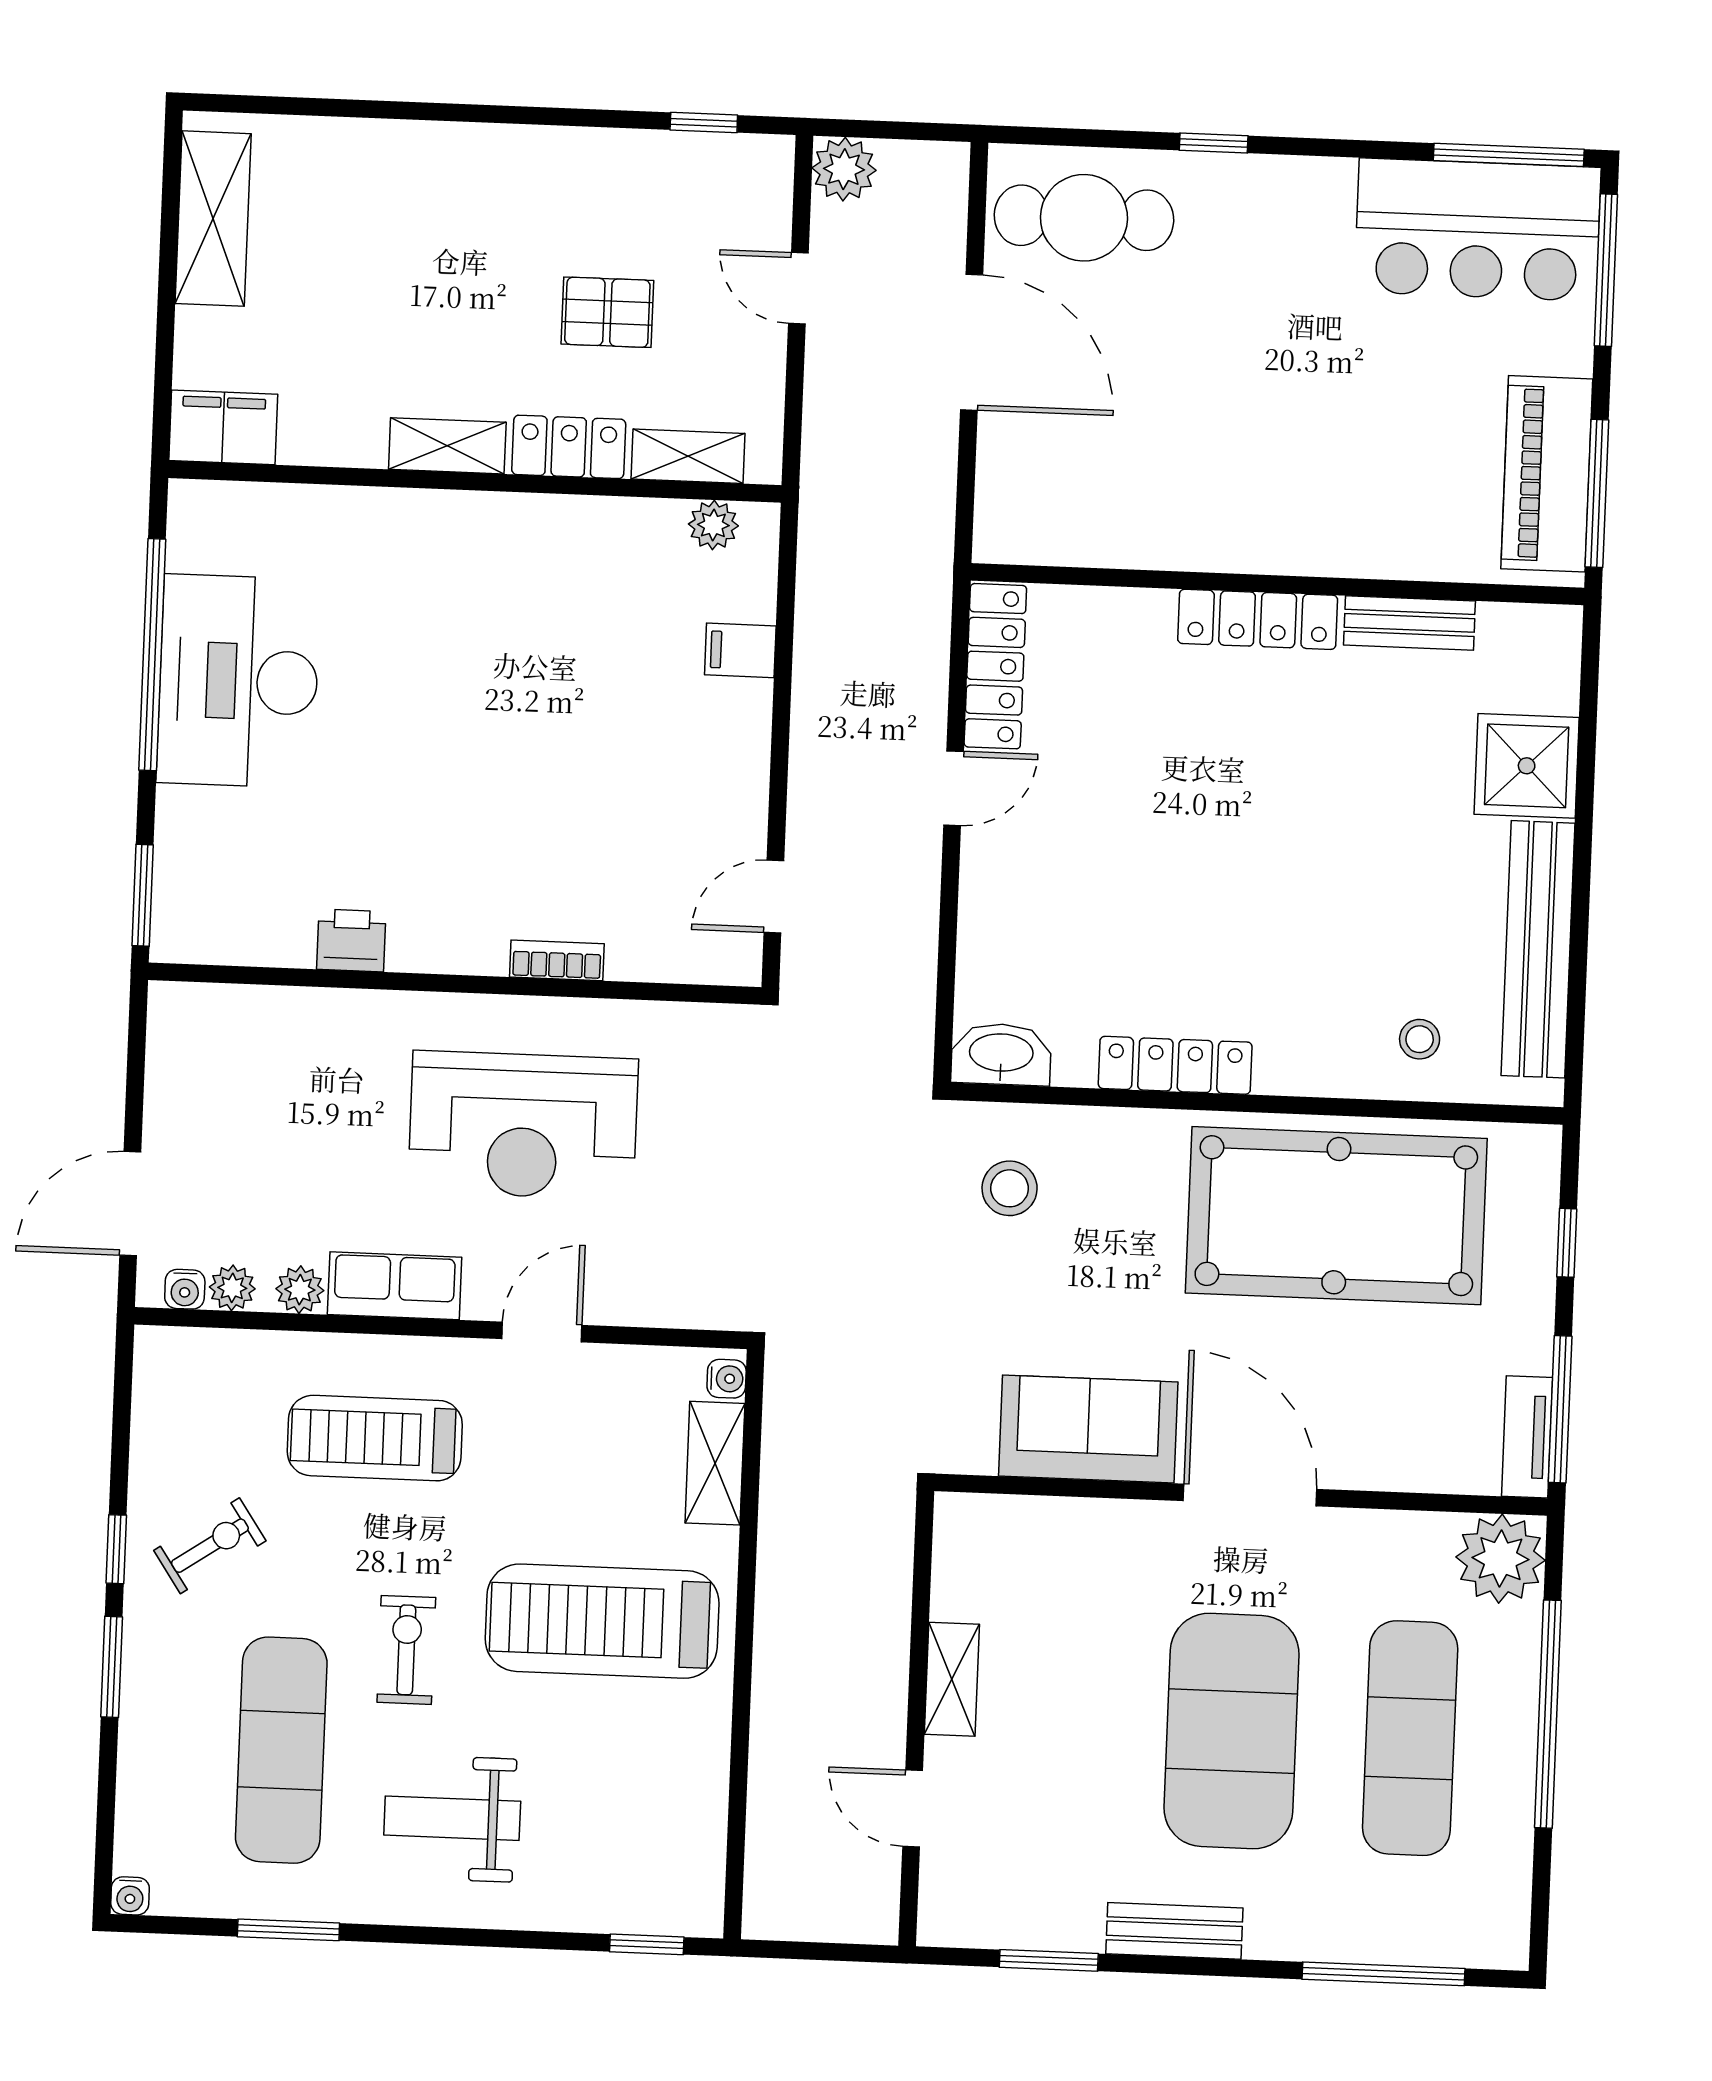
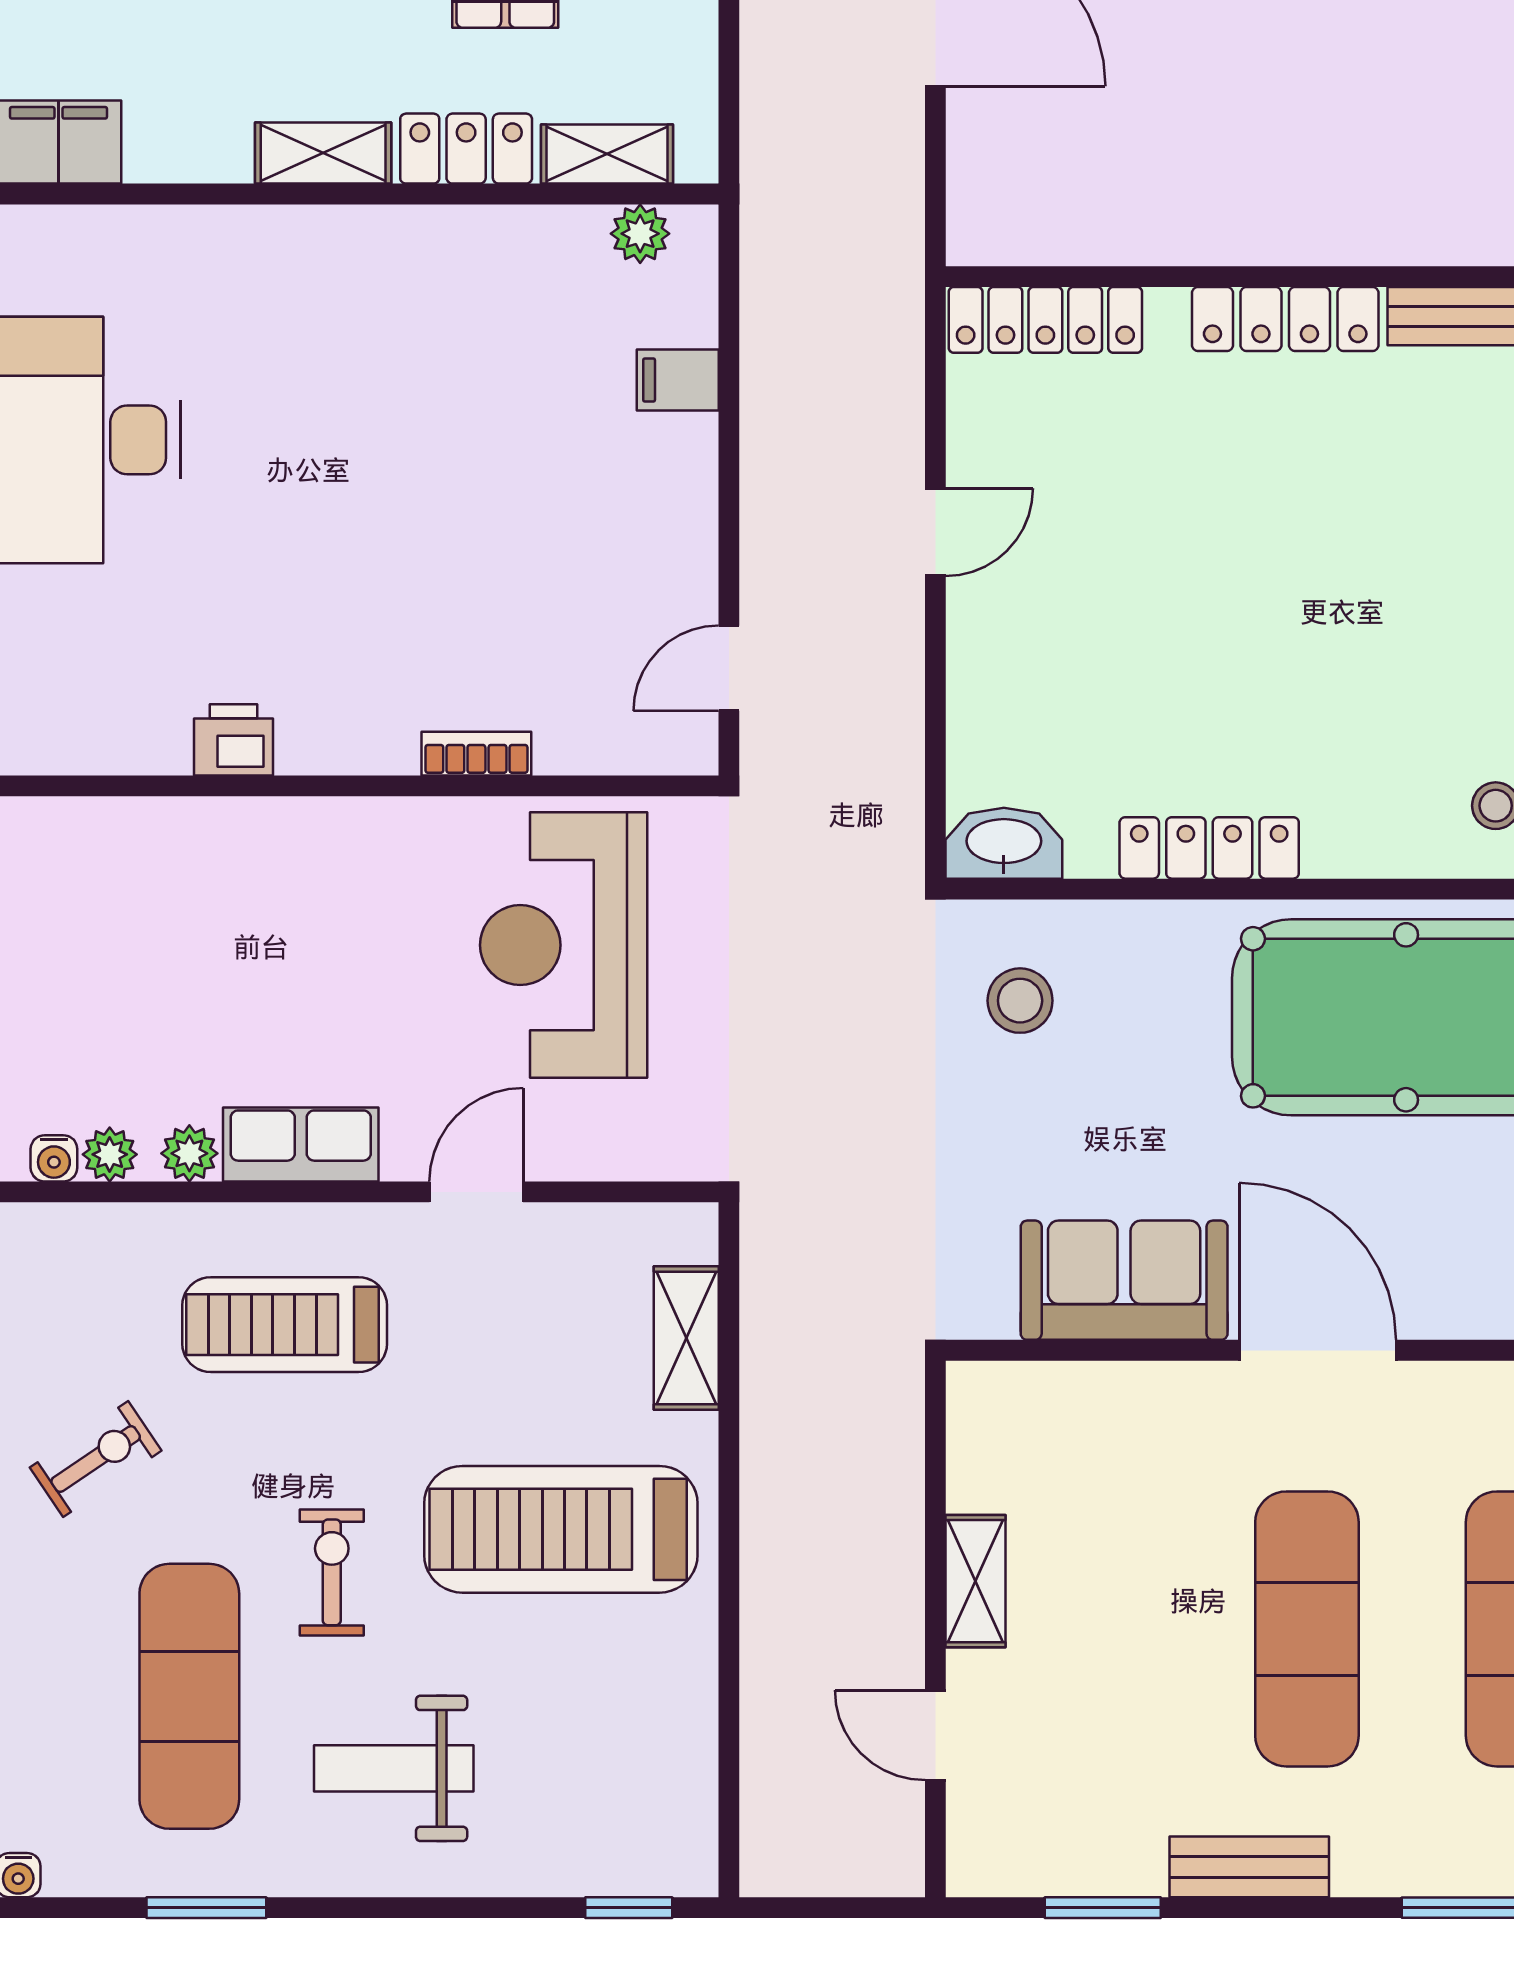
locker: (995, 666) -> (1045, 320), moved, turned 90
reception desk: (523, 1125) -> (564, 945), moved, turned 90
water cooler: (727, 1379) -> (696, 1238), removed
exercise mat: (1231, 1731) -> (1307, 1629), width x0.68

